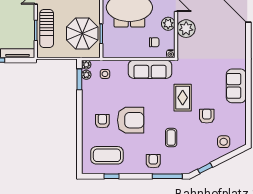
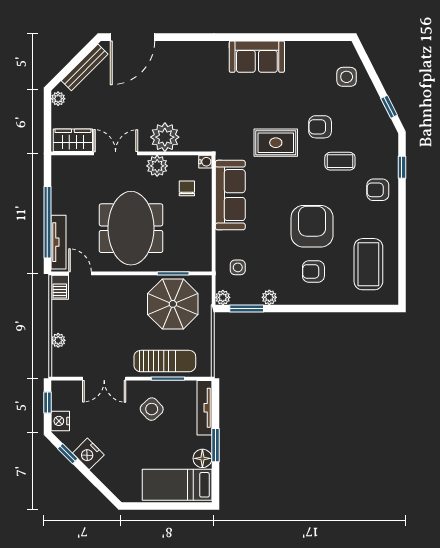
side table: (17, 20) -> (152, 409), added
plant: (86, 75) -> (269, 297), moved
armchair: (207, 116) -> (320, 127), moved
window: (111, 176) -> (402, 257), removed
window: (167, 176) -> (402, 167), width x0.46

